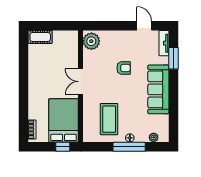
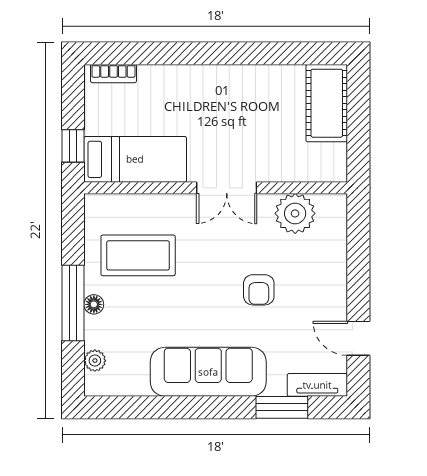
door: (144, 26) -> (358, 338), swing flipped
cot: (40, 37) -> (327, 103), width x1.37, depth x1.34
plant: (91, 41) -> (295, 213), moved
double door: (80, 82) -> (227, 188), swing flipped
bed: (64, 120) -> (135, 159), width x0.67

